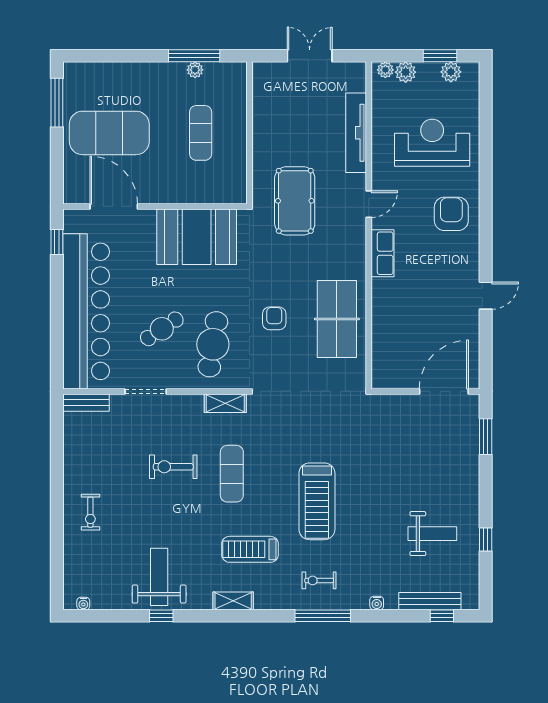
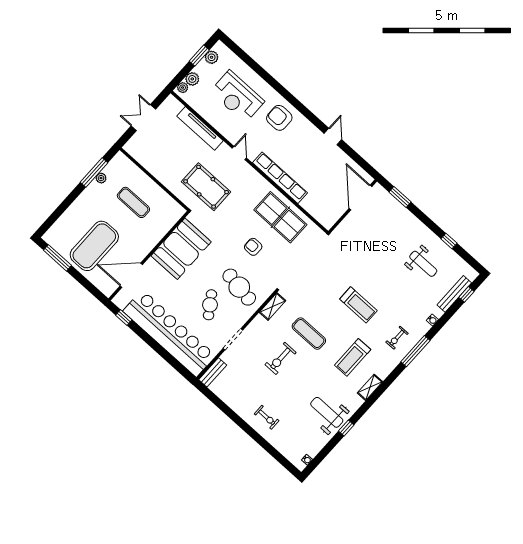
reception desk: (432, 143) -> (237, 96), turned -90
row of seats: (382, 253) -> (280, 178), width x2.02
treadmill: (317, 501) -> (358, 305), width x0.73, depth x0.73
weight bench: (432, 534) -> (423, 264), turned 90

